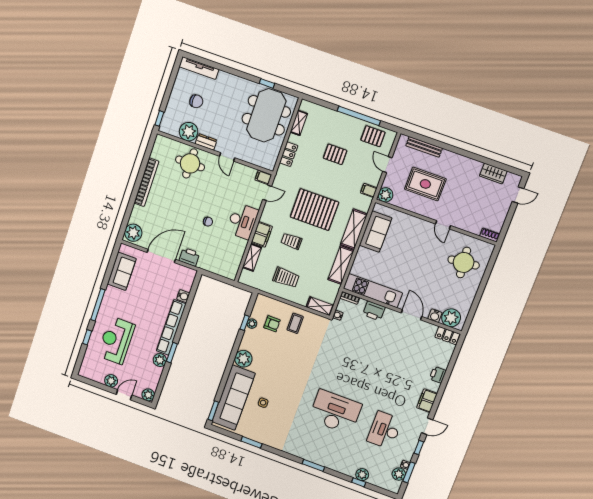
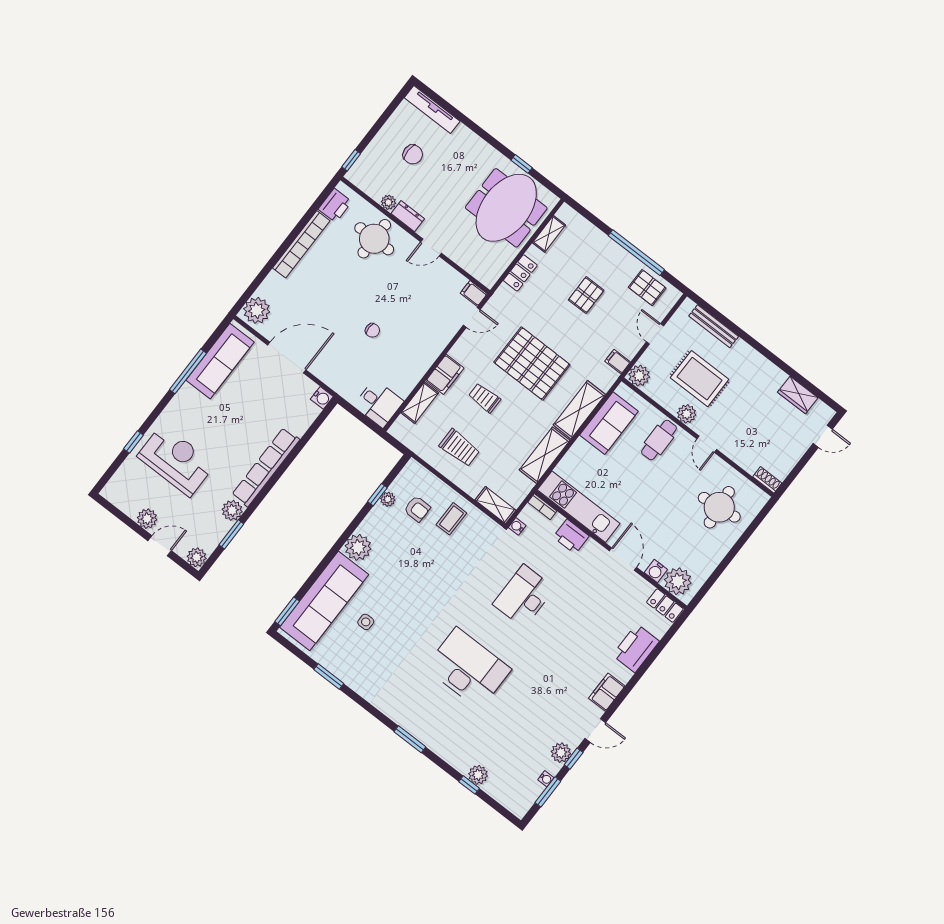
plant: (189, 132) -> (388, 202), width x0.53, depth x0.53
pallet: (335, 154) -> (586, 295), turned 90
door: (227, 157) -> (431, 247), hinge flipped
plant: (424, 209) -> (687, 414), added
desk: (242, 221) -> (379, 403), moved, width x0.73
cafe table: (411, 232) -> (659, 440), added
printer: (189, 257) -> (335, 205), moved, turned 90
sofa: (122, 271) -> (220, 361), width x1.36
water cooler: (183, 296) -> (322, 398), moved
window: (98, 305) -> (188, 371), moved
reception desk: (116, 340) -> (176, 460), turned 90
window: (172, 353) -> (231, 534), moved
printer: (438, 375) -> (636, 648), width x1.87, depth x1.48
desk: (385, 430) -> (524, 596), moved
plant: (399, 474) -> (561, 753), moved

